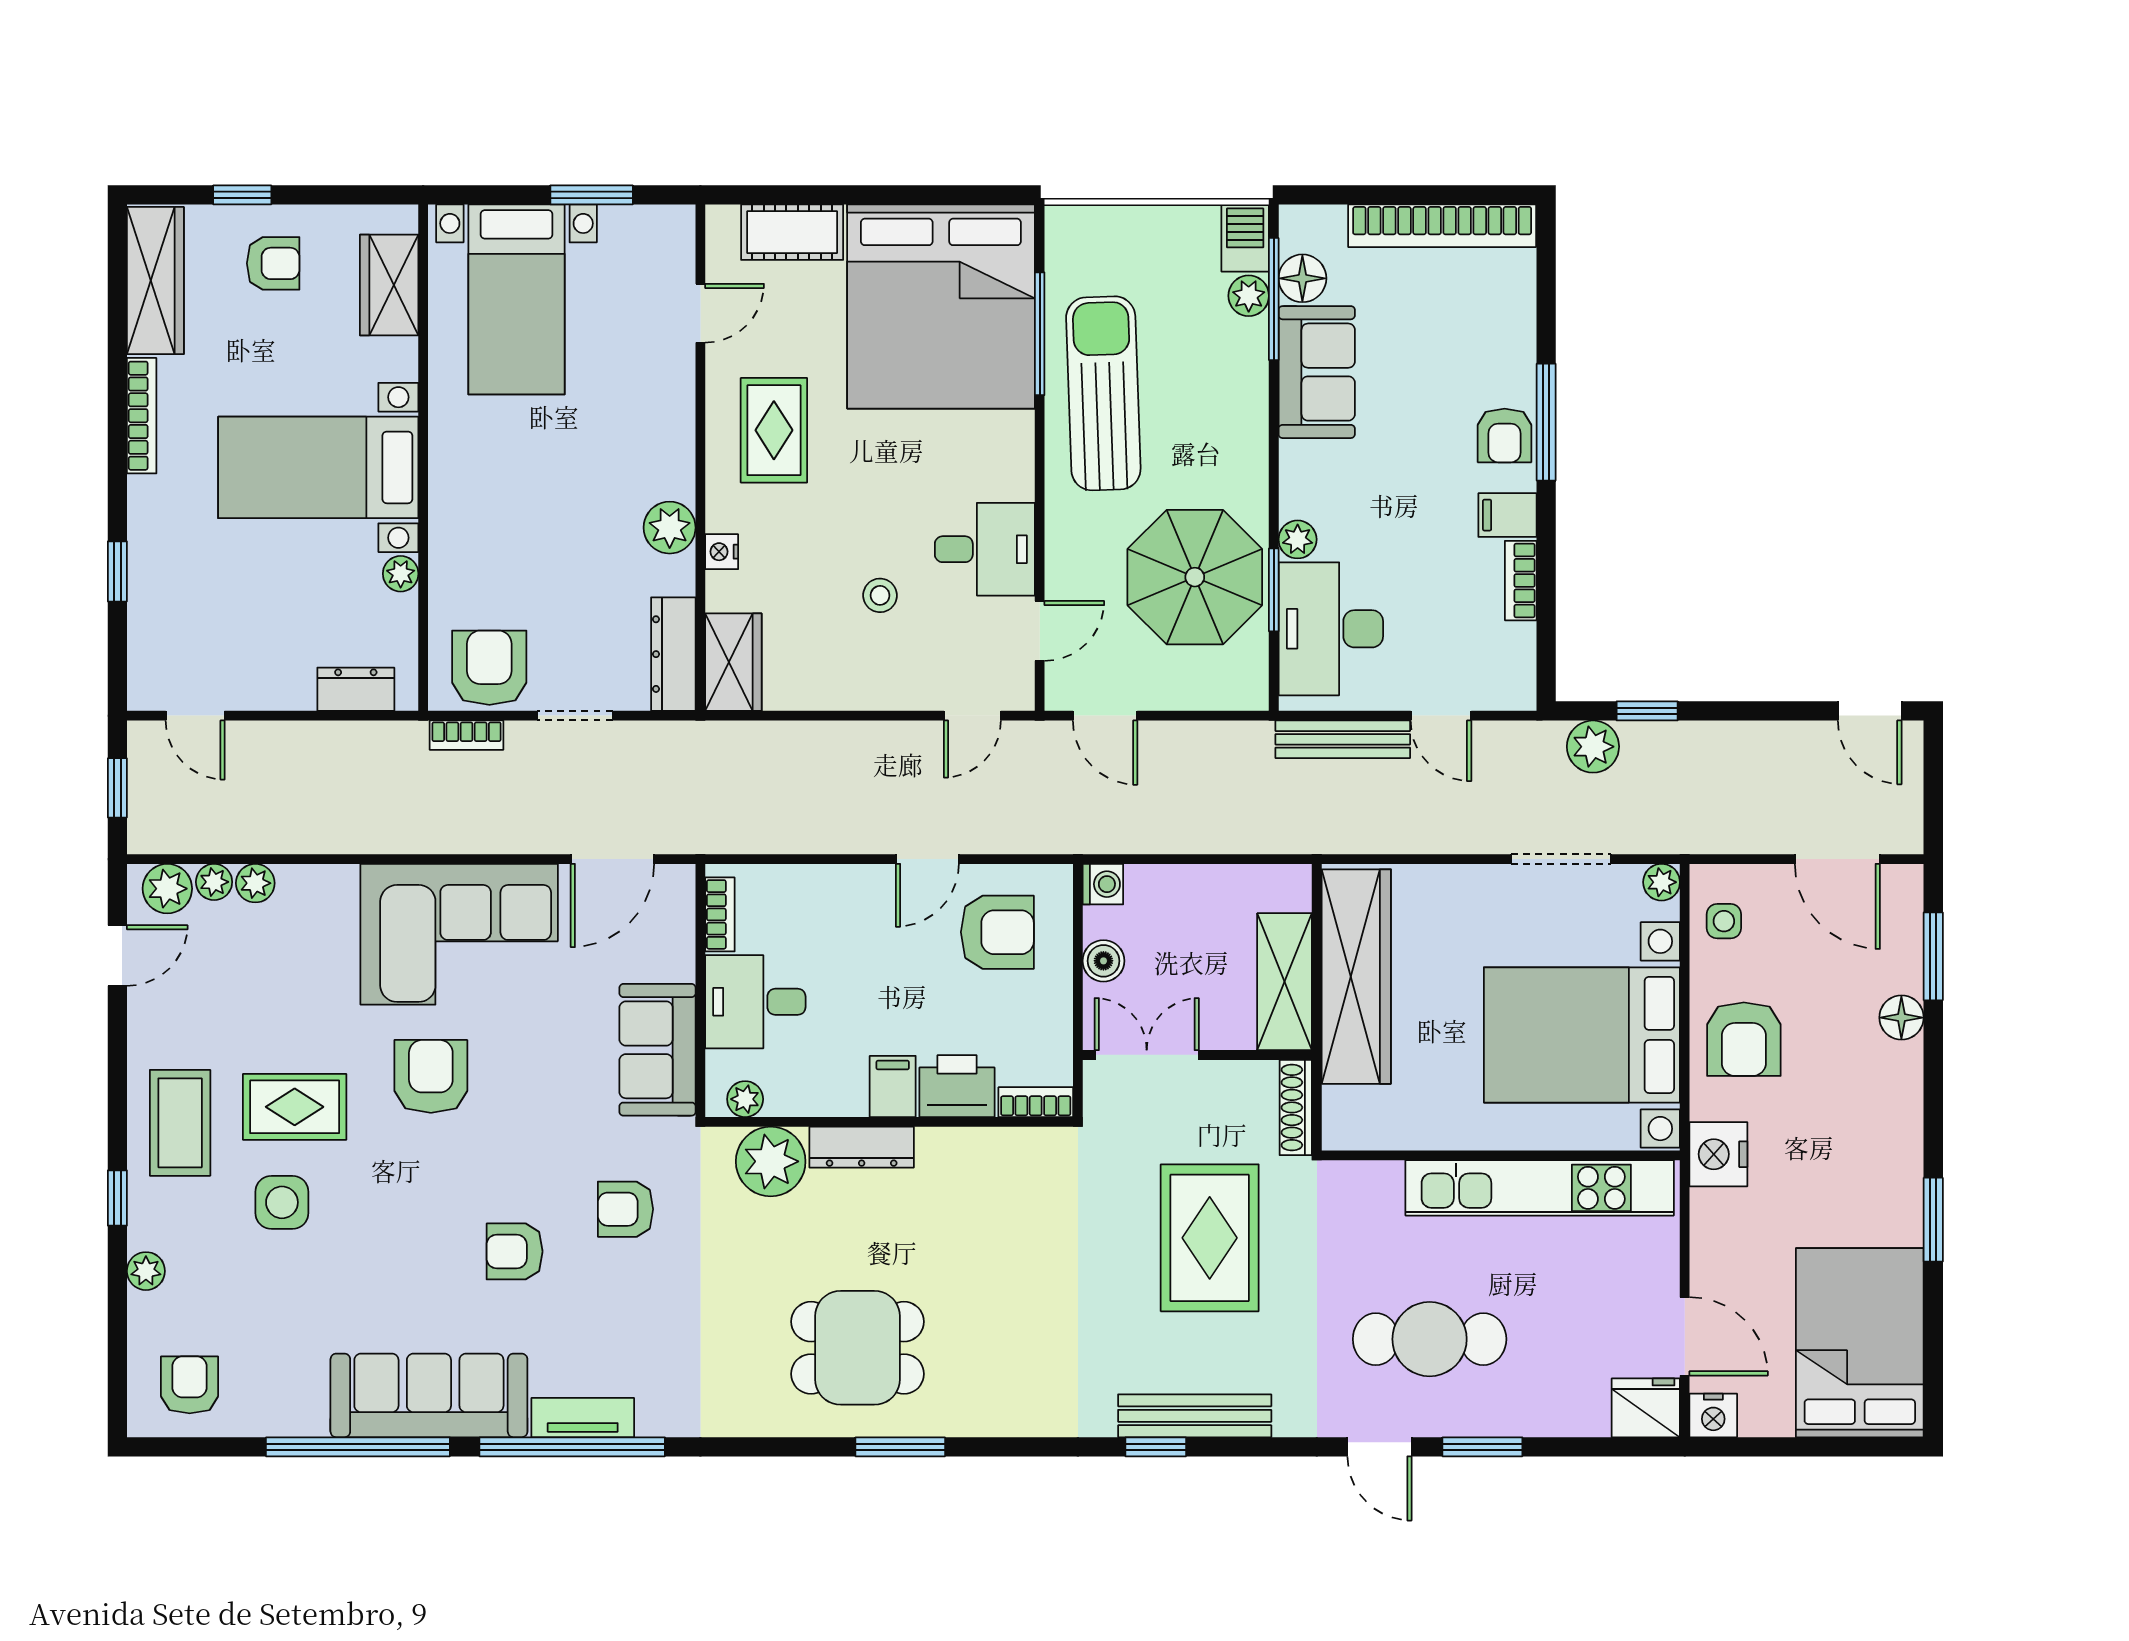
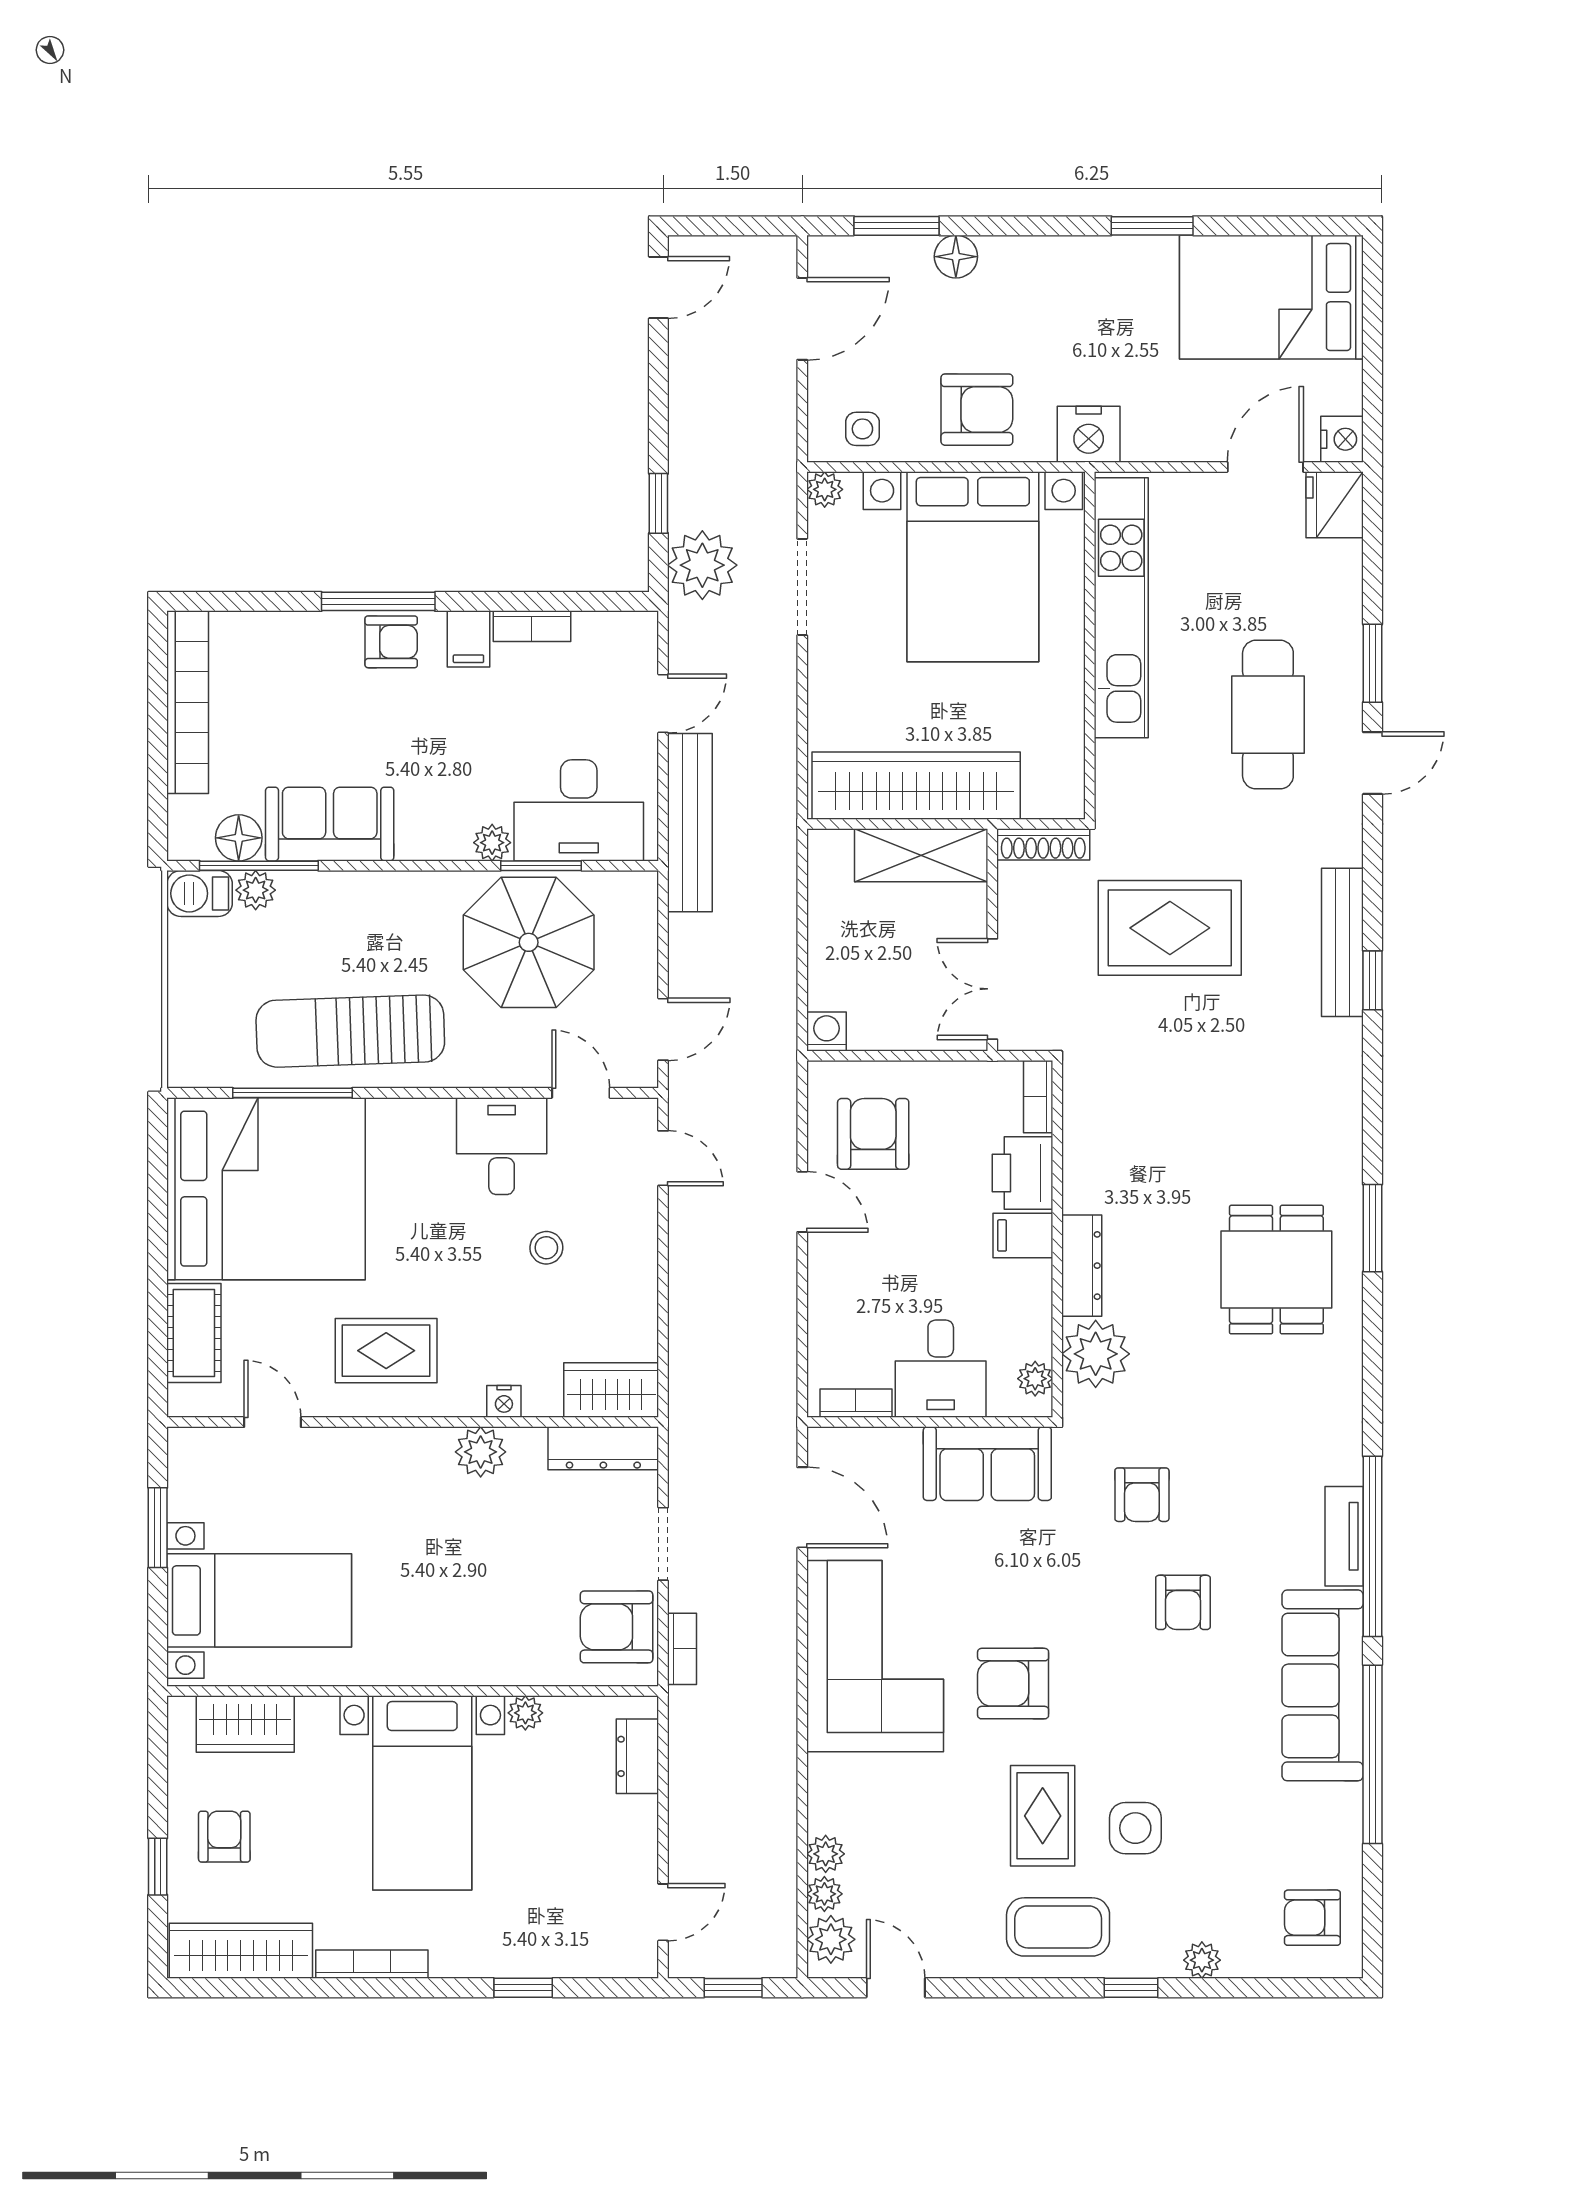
bench: (1343, 739) -> (690, 823), width x1.37, depth x1.21
plant: (1593, 747) -> (702, 565), width x1.36, depth x1.36
boiler: (1103, 961) -> (901, 1031), removed

